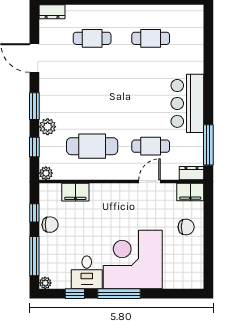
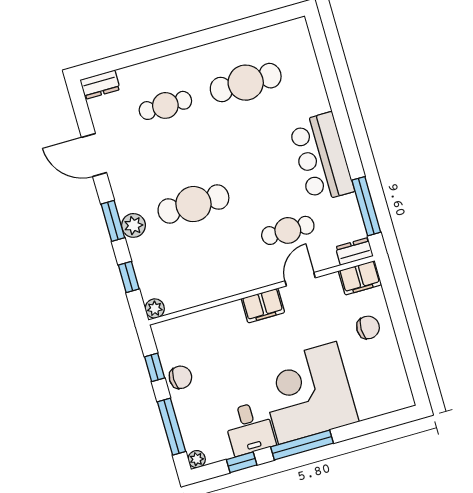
cafe table: (151, 38) -> (246, 83), width x1.37, depth x1.35
plant: (48, 127) -> (134, 225), moved
cafe table: (92, 146) -> (193, 204), moved
filing cabinet: (75, 192) -> (263, 306), moved

